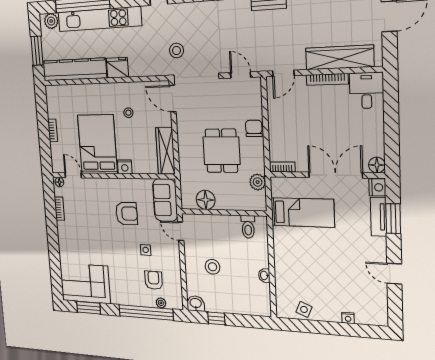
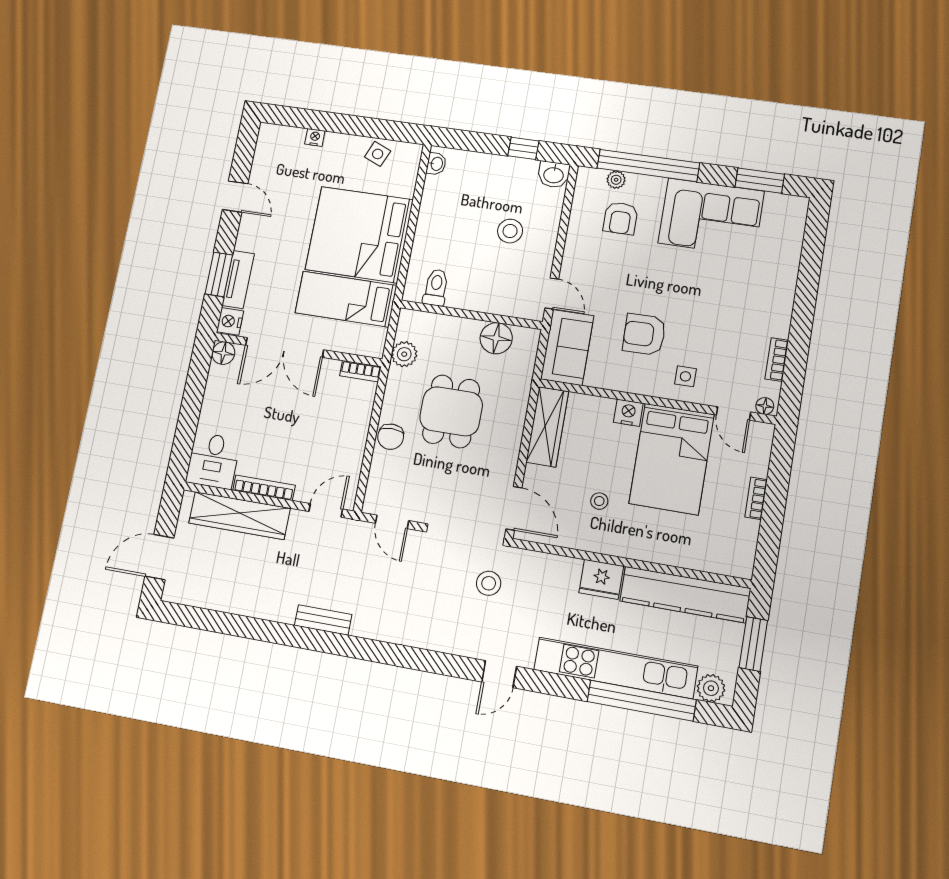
side table: (146, 250) -> (685, 376), moved
bed: (304, 256) -> (359, 235), added
washbasin: (264, 275) -> (436, 164), moved
corner sofa: (85, 283) -> (711, 217), moved

